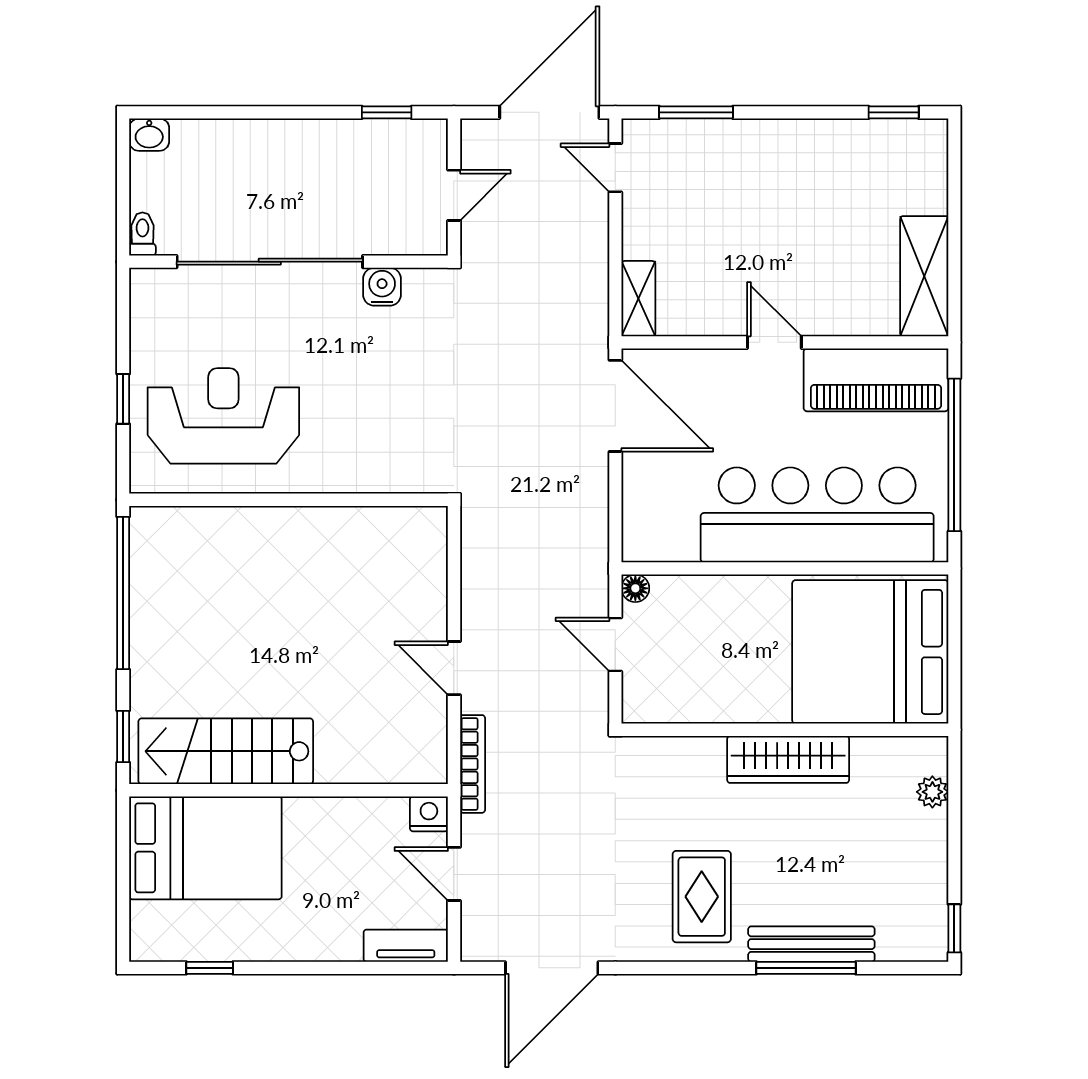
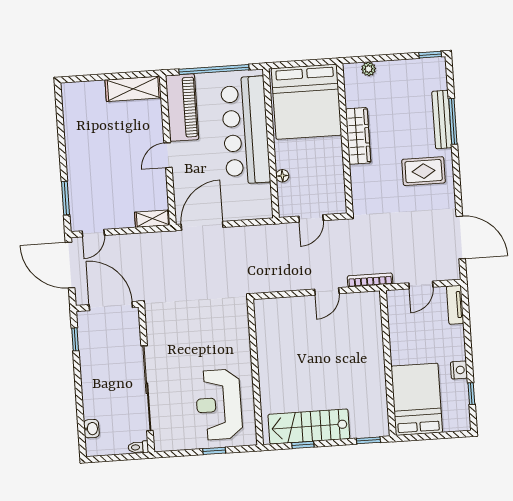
window: (894, 112) -> (59, 108), removed
washbasin: (149, 135) -> (91, 429), moved
door: (454, 195) -> (111, 306), width x1.88
water cooler: (382, 287) -> (155, 336), removed
floor lamp: (635, 588) -> (282, 176), moved
window: (123, 593) -> (303, 445), width x0.32
stairs: (226, 751) -> (309, 427), moved, turned 90
nightstand: (429, 814) -> (459, 370), moved, turned 180

